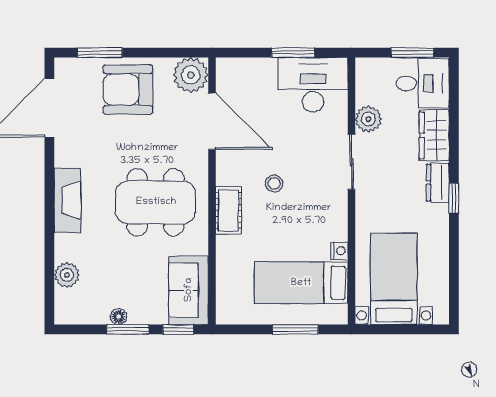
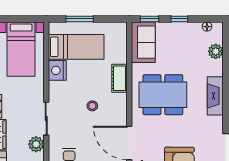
cot: (228, 210) -> (119, 78), moved
nightstand: (340, 251) -> (57, 70), width x1.89, depth x1.79
floor lamp: (119, 317) -> (207, 27), moved
window: (128, 329) -> (179, 19), width x0.67

